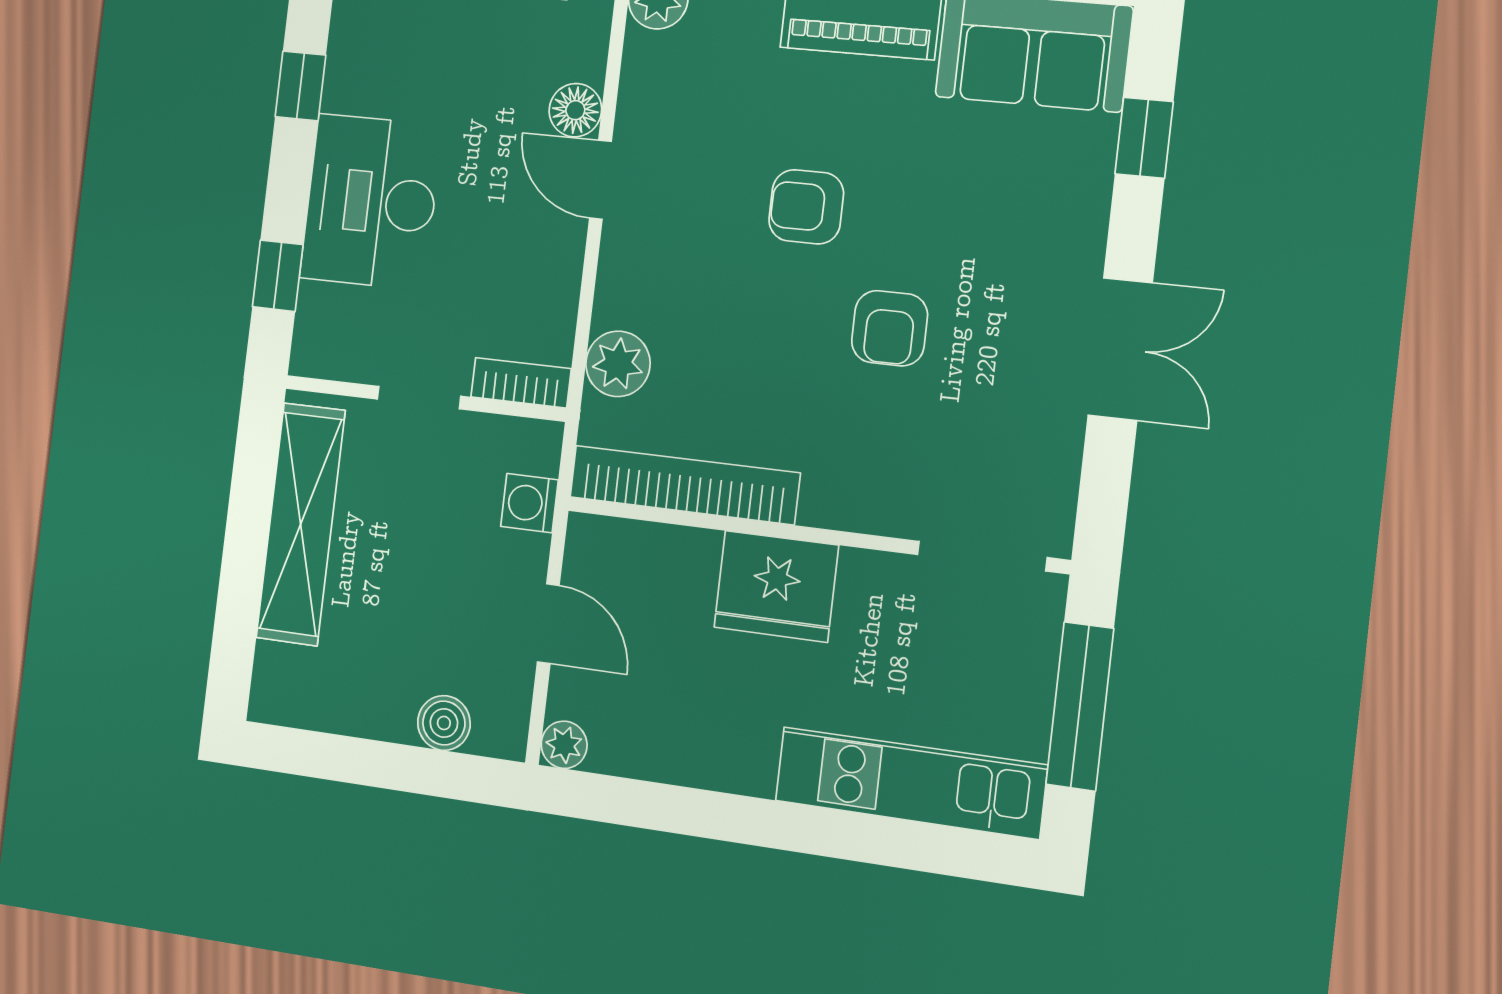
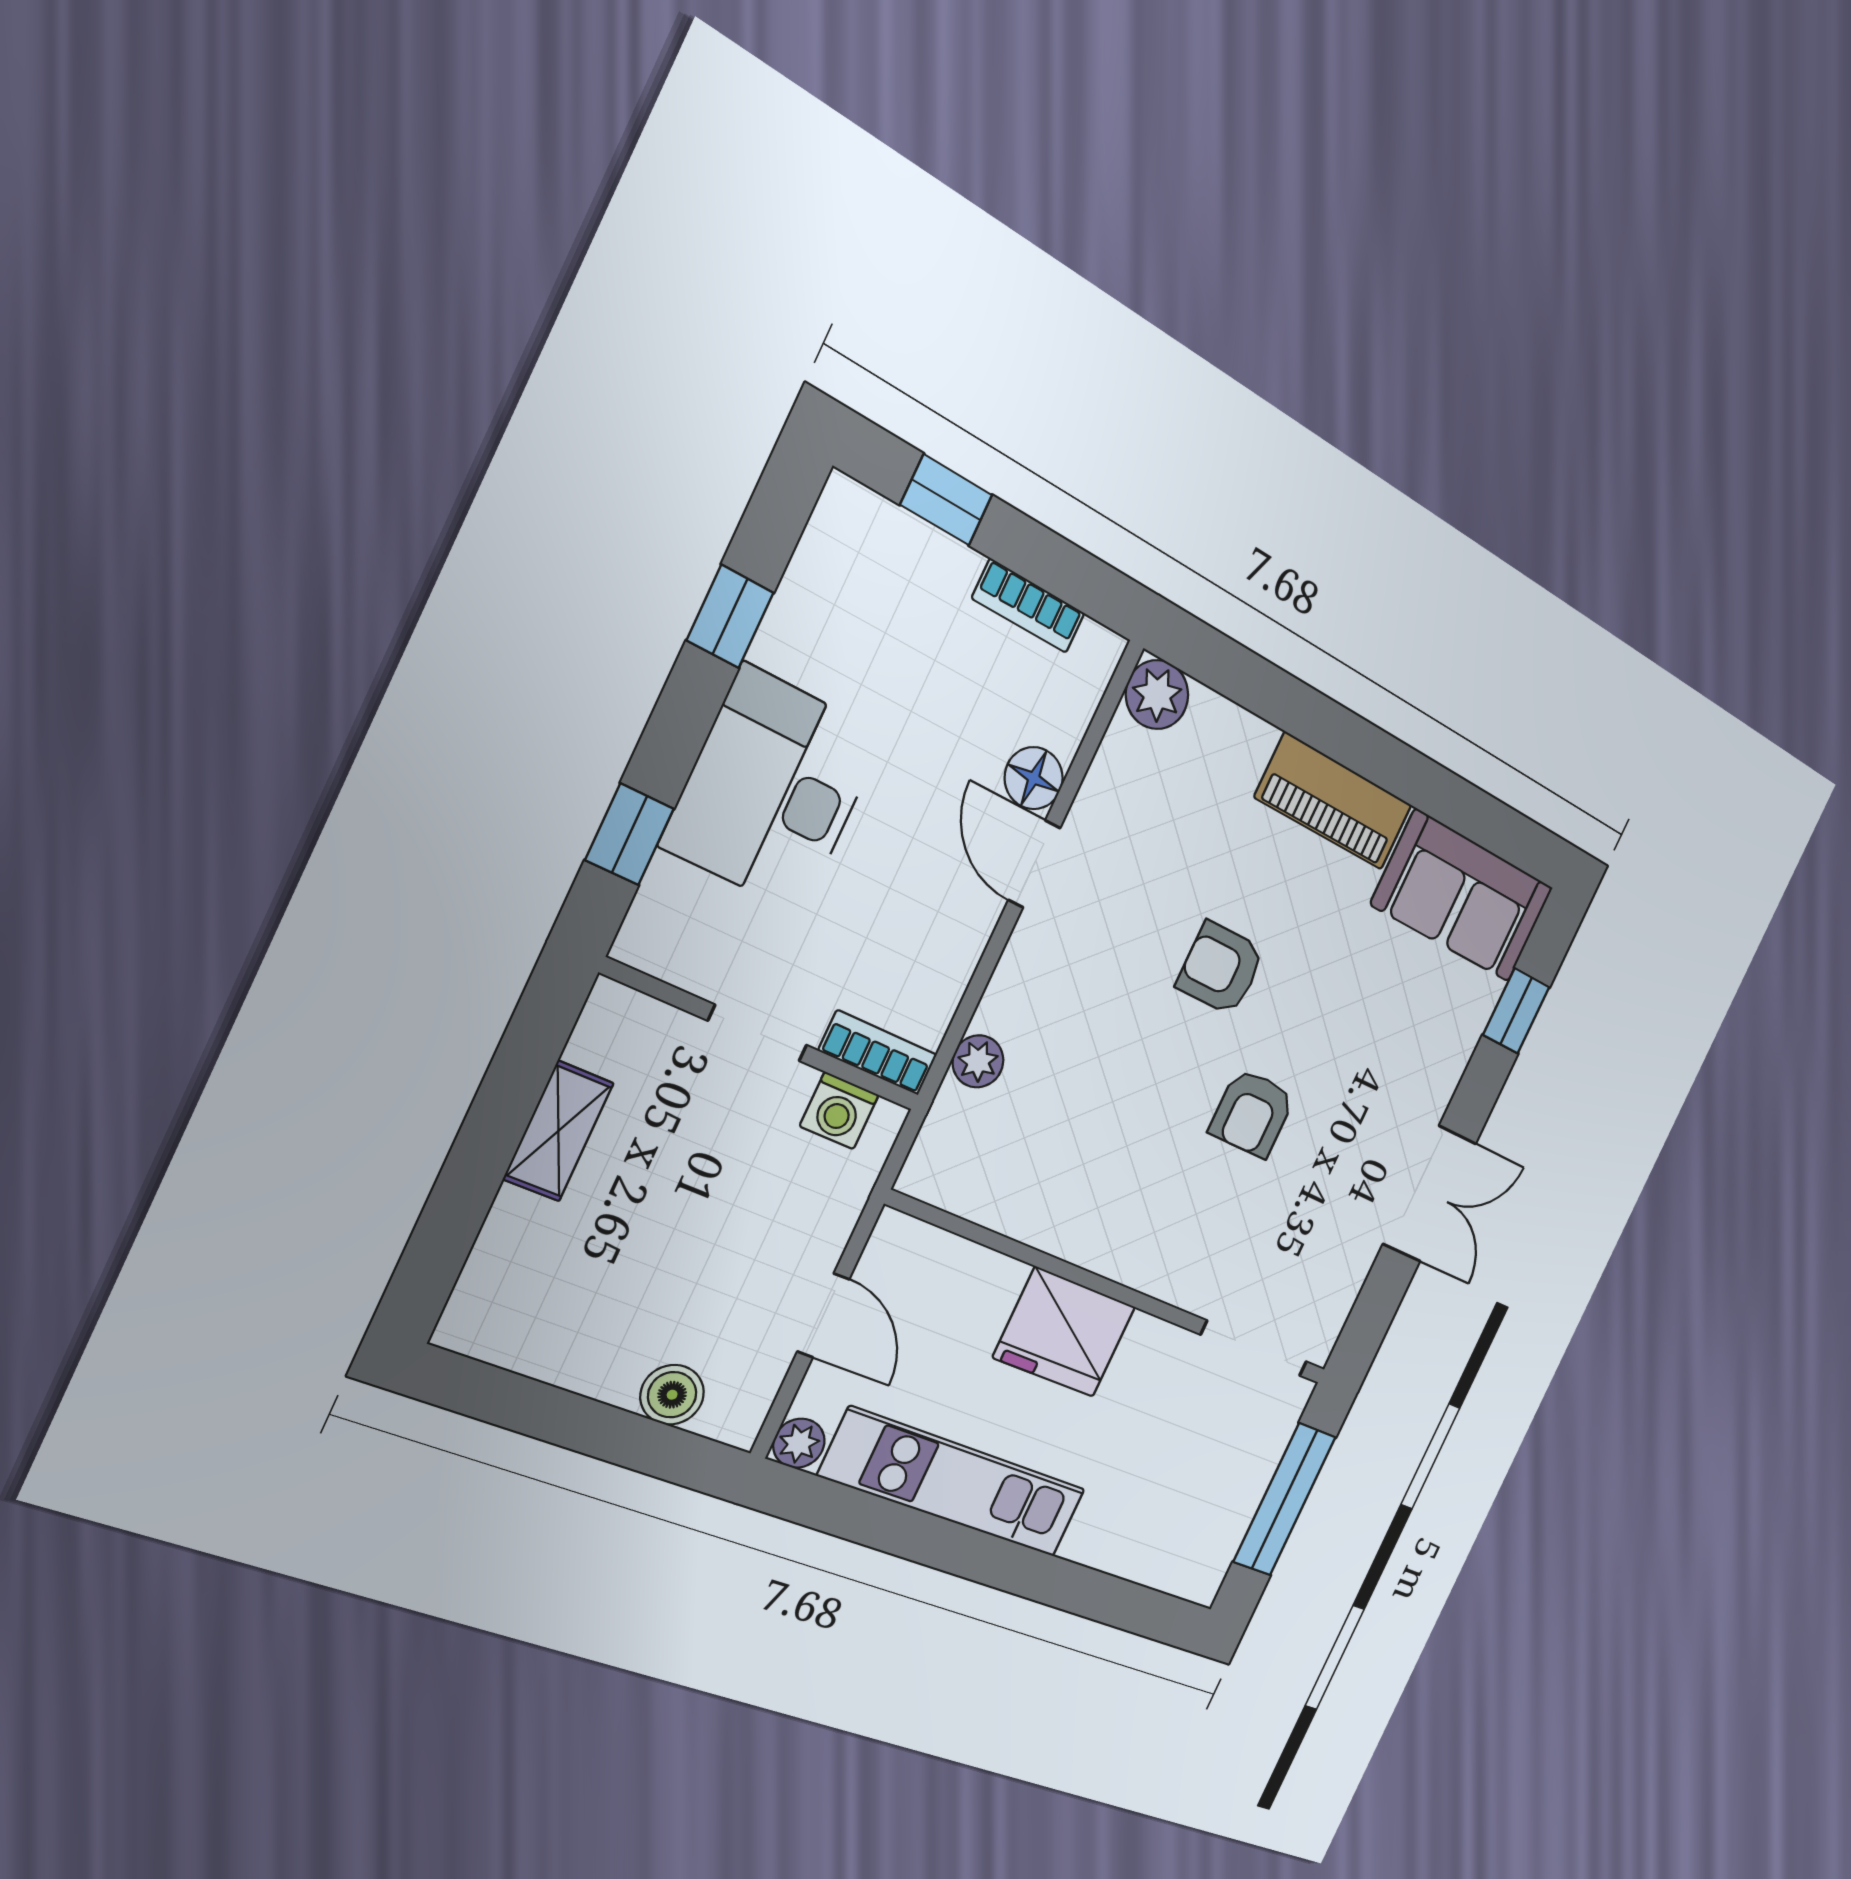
plant: (618, 364) -> (978, 1061), width x0.73, depth x0.73
bookcase: (684, 485) -> (1011, 1209), removed
washing machine: (529, 503) -> (839, 1111), moved, turned -90
shelving: (301, 524) -> (558, 1131), width x0.45, depth x0.75
kitchen unit: (910, 783) -> (954, 1483), moved

